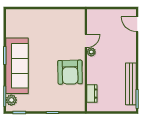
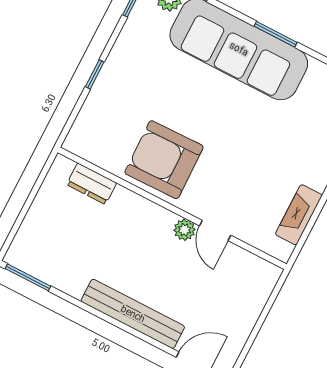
fireplace: (65, 14) -> (299, 215), added
bench: (131, 84) -> (133, 314), moved

